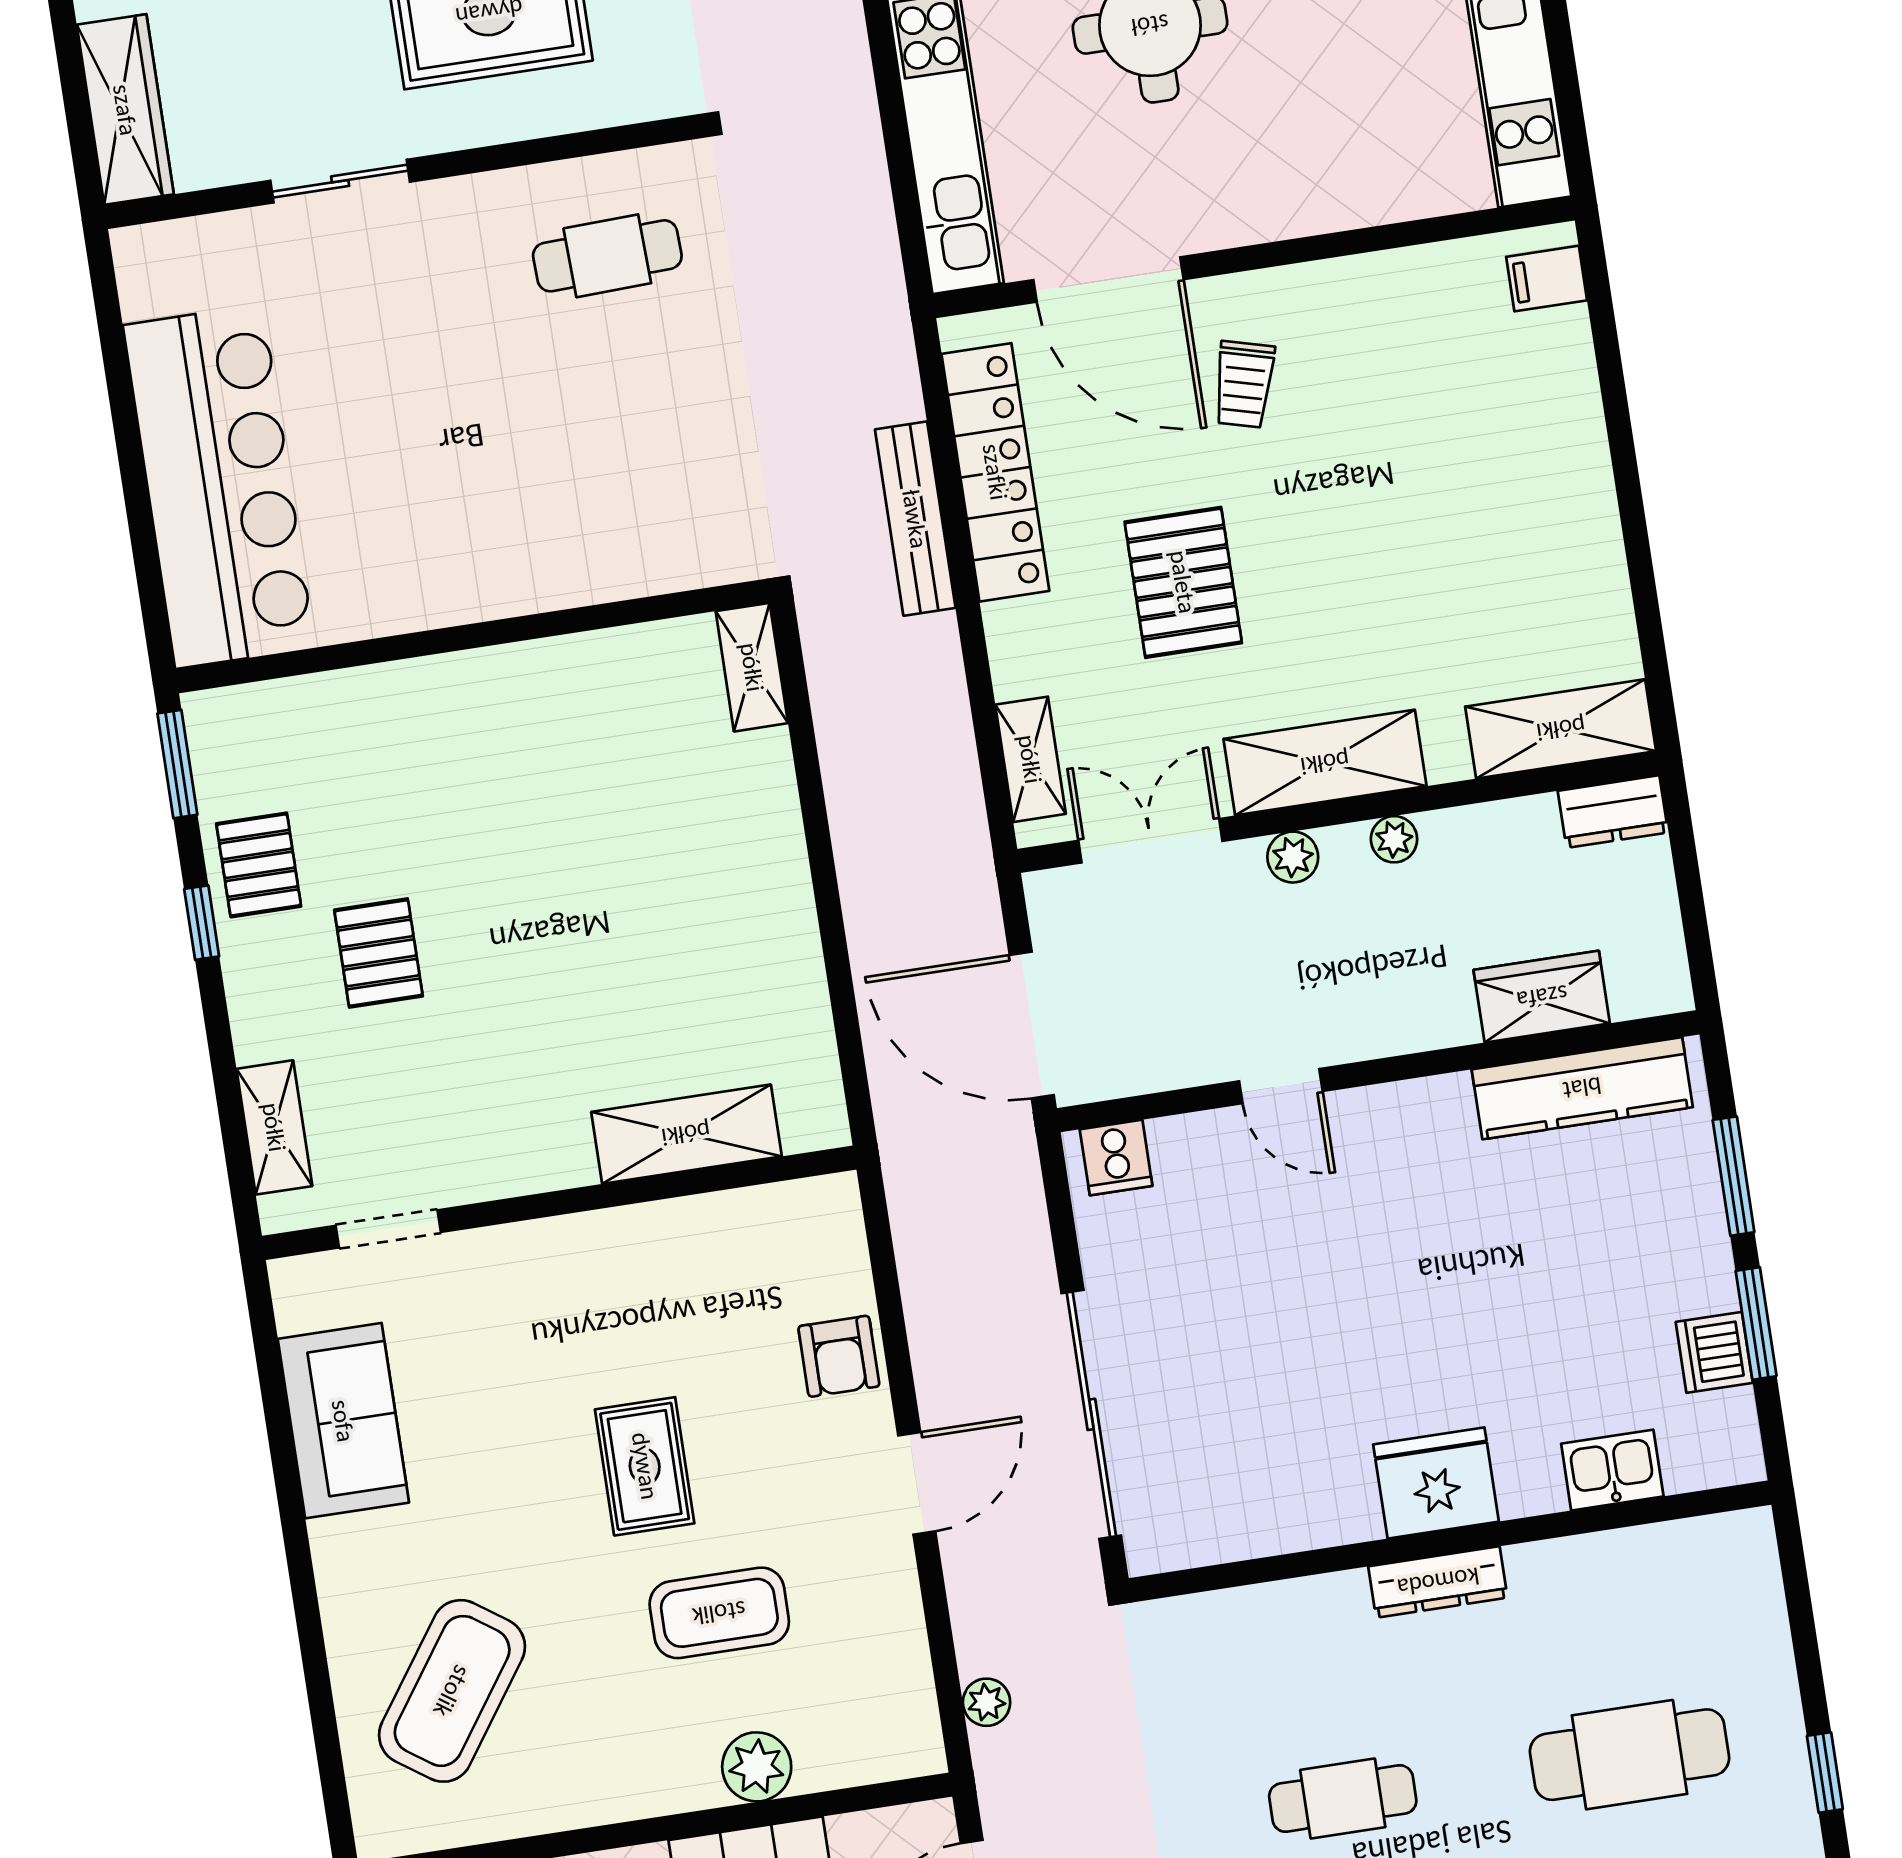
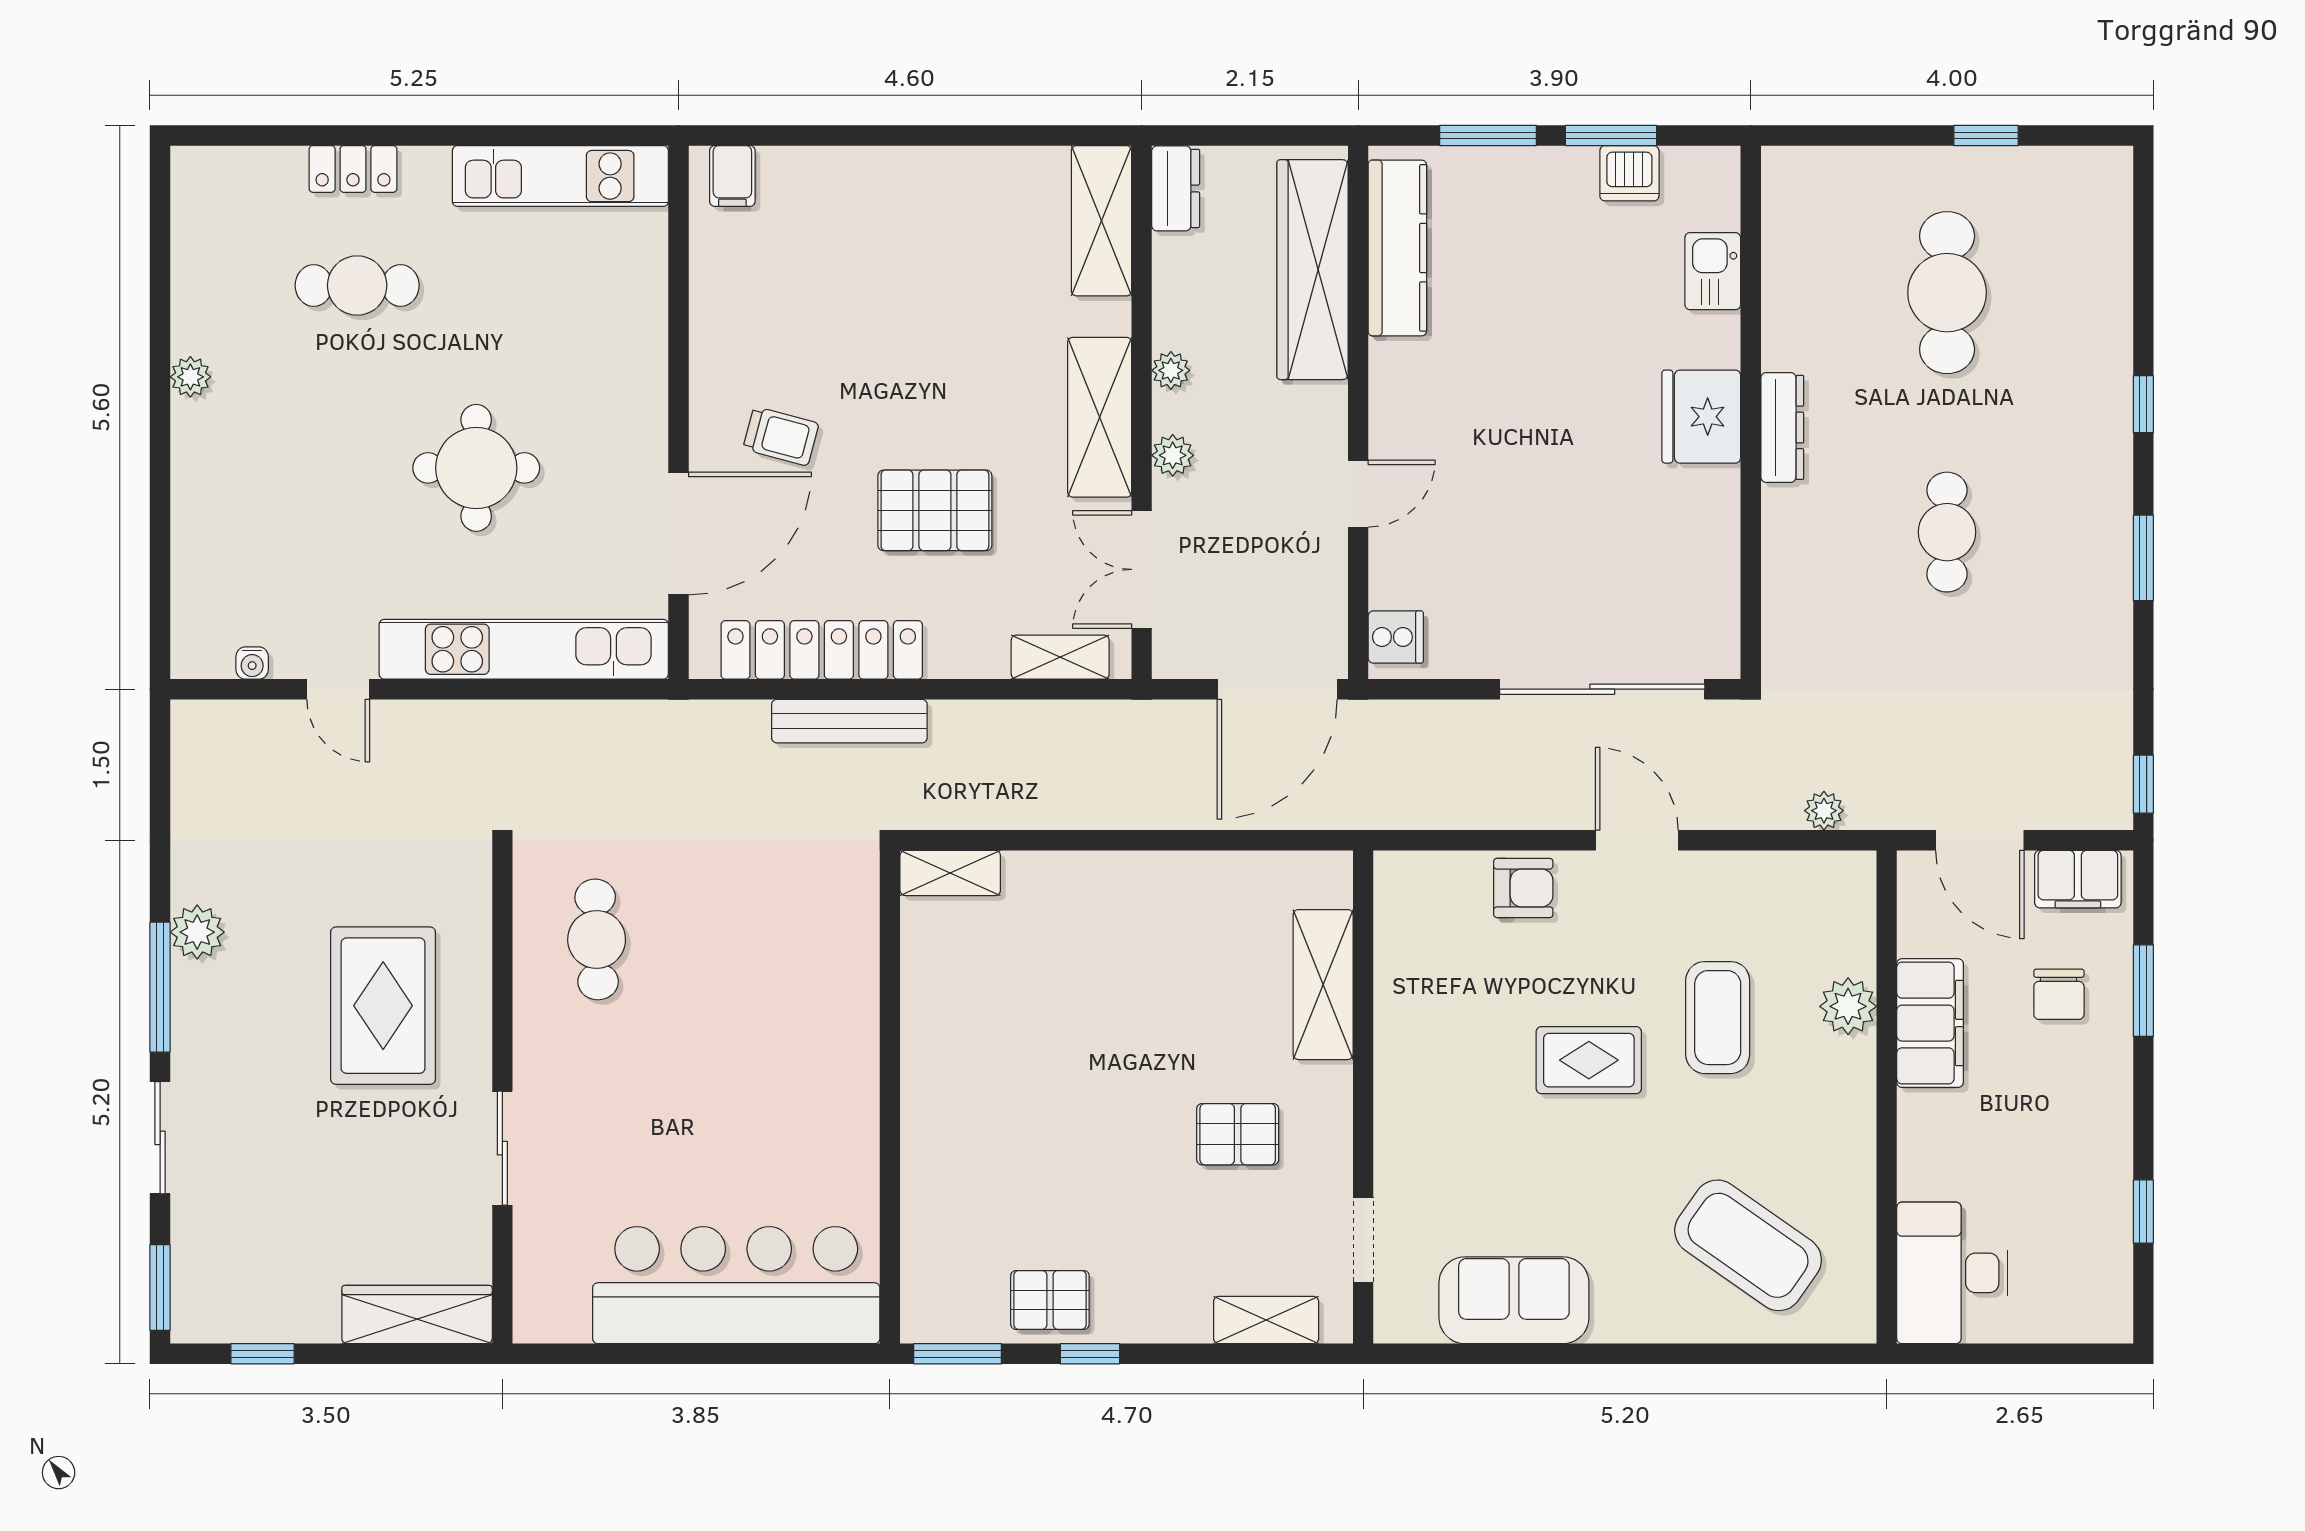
pallet: (378, 953) -> (1238, 1134), moved
wardrobe: (1542, 997) -> (1312, 270), width x2.10, depth x1.17

